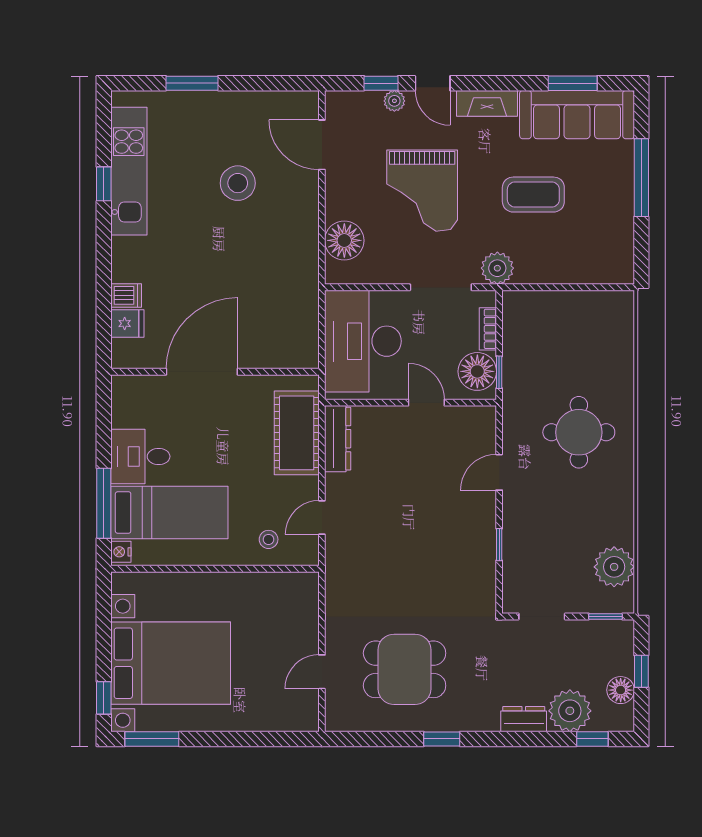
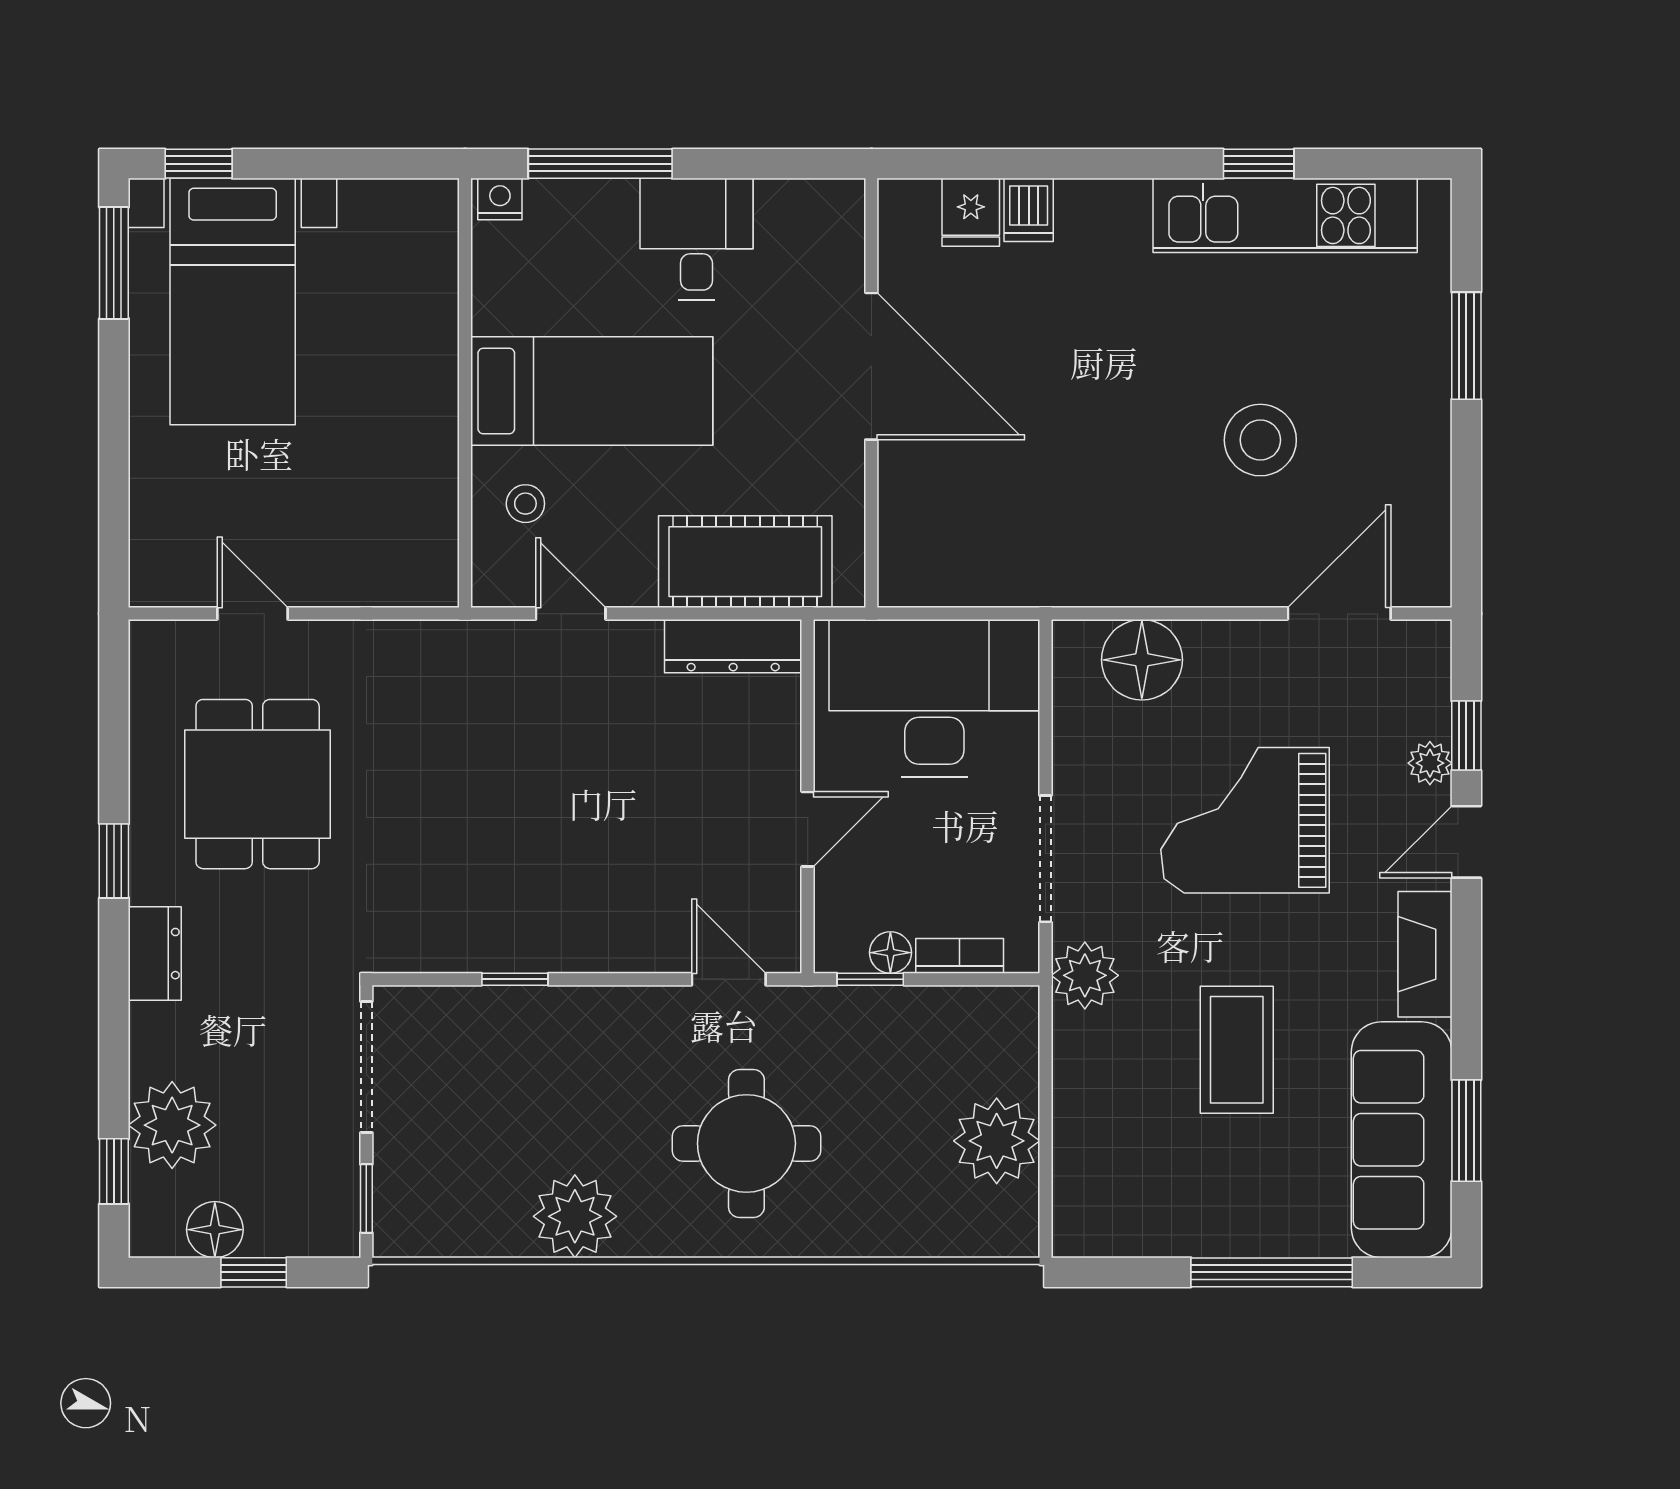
plant: (578, 311) -> (997, 1141), added
floor lamp: (477, 371) -> (890, 953), width x0.53, depth x0.53
door: (499, 472) -> (729, 979), moved
bed: (169, 512) -> (592, 391), moved, turned -90
plant: (614, 567) -> (575, 1216), moved
doorway: (542, 617) -> (366, 1067), width x1.38
bed with nightstands: (171, 663) -> (233, 301), width x0.73
dresser: (524, 719) -> (155, 954), moved

